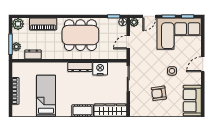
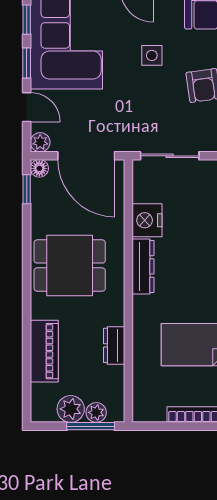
plant: (18, 24) -> (71, 409), moved
dining table: (80, 35) -> (70, 265), width x0.73
door: (128, 42) -> (86, 156), width x1.87
dresser: (33, 54) -> (114, 345), moved

